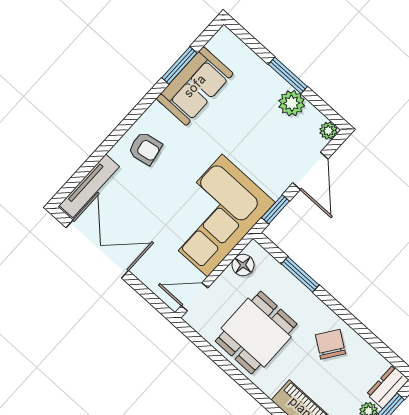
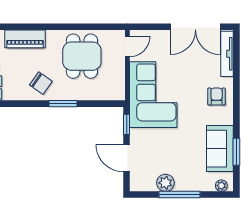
window: (288, 75) -> (179, 195), width x1.44
plant: (328, 131) -> (221, 186), moved
armchair: (145, 148) -> (217, 97), turned 101
floor lamp: (243, 265) -> (118, 83), removed
window: (300, 274) -> (63, 104), moved

